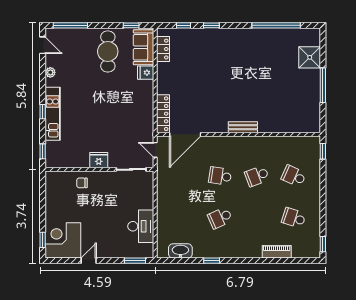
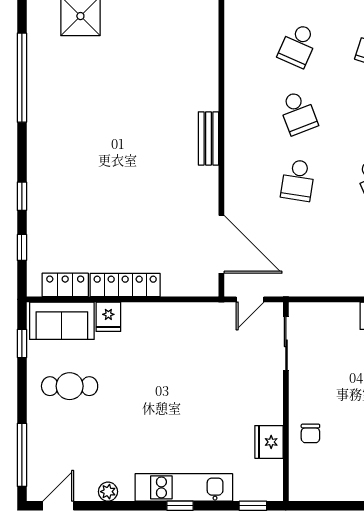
cafe table: (108, 51) -> (70, 386), width x0.73, depth x0.74
locker: (163, 114) -> (125, 285), moved
fridge: (99, 160) -> (269, 442), moved

